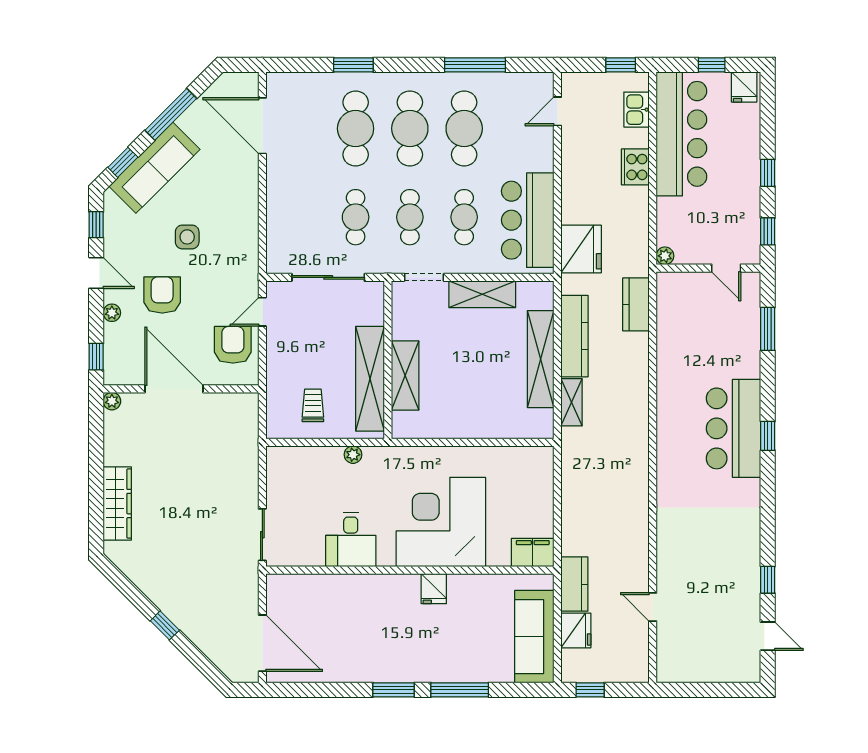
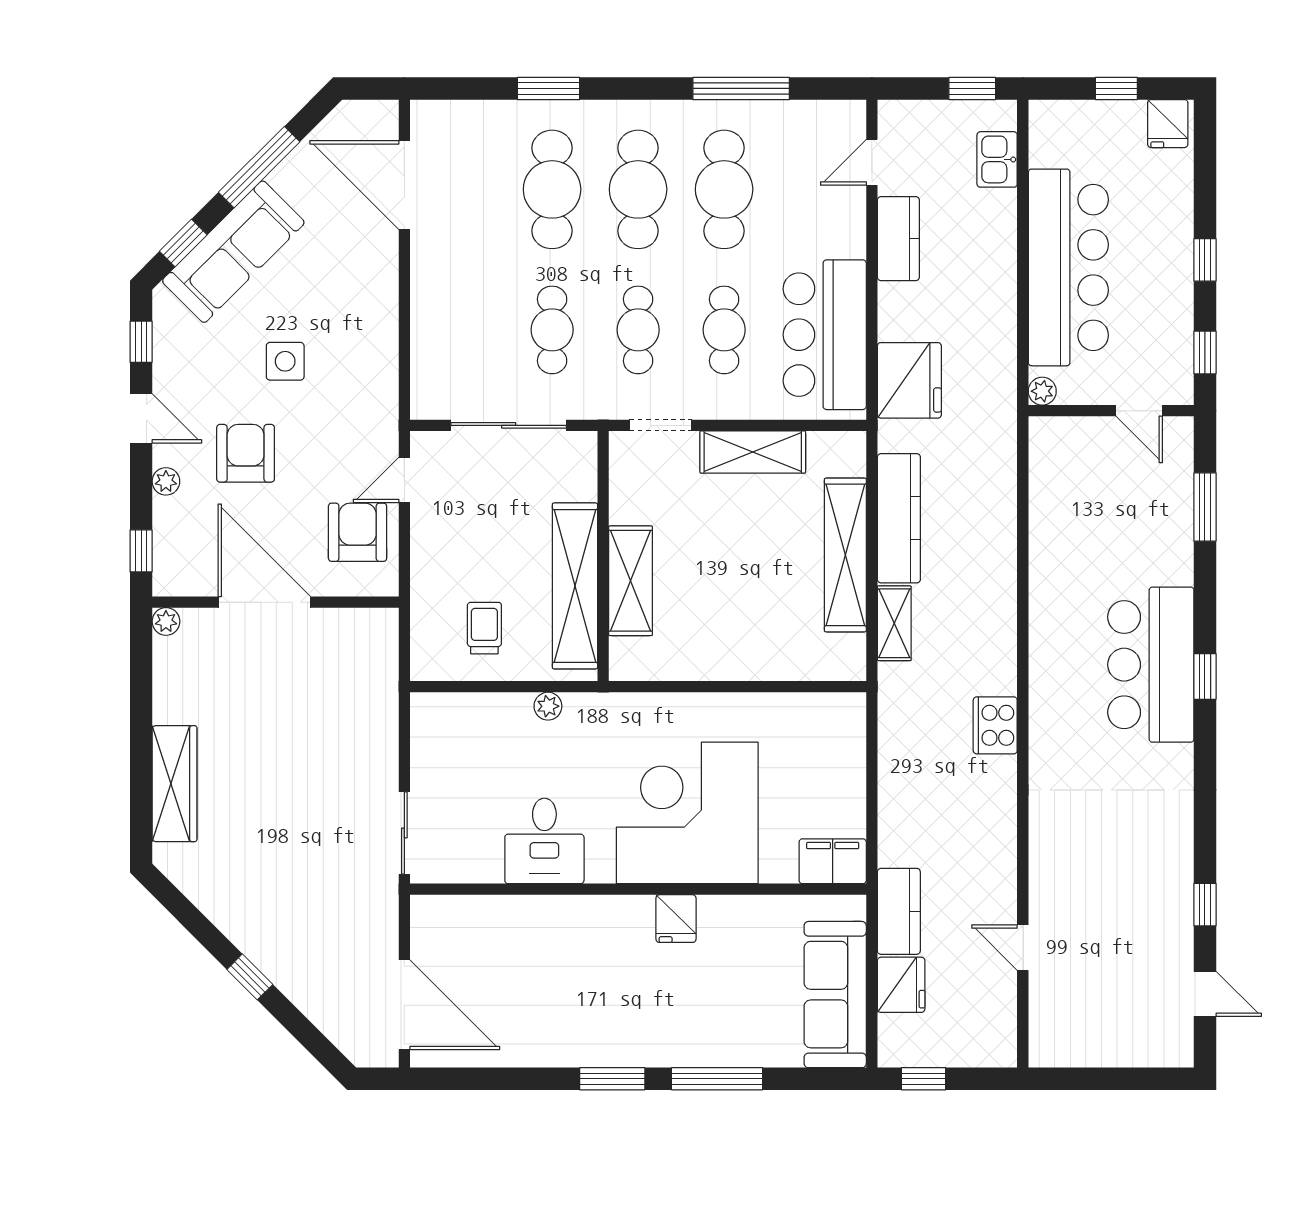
bar counter: (681, 134) -> (1068, 267), moved
cooker: (635, 167) -> (995, 725), moved
kitchen counter: (636, 304) -> (898, 239), moved, turned 180

